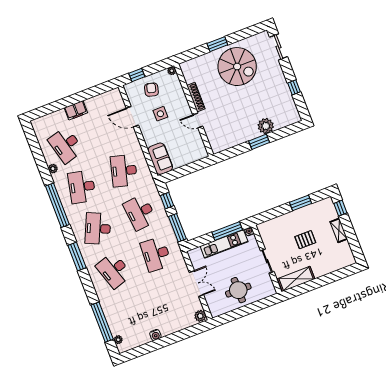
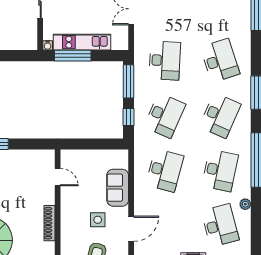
door: (132, 117) -> (131, 229), hinge flipped
door: (198, 121) -> (58, 177), moved
sofa: (160, 159) -> (118, 188), moved
desk: (140, 212) -> (165, 115), turned 30

